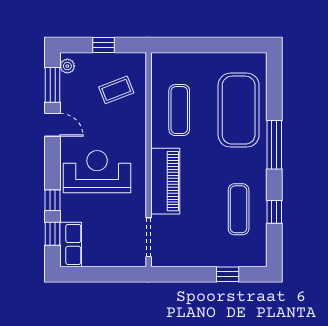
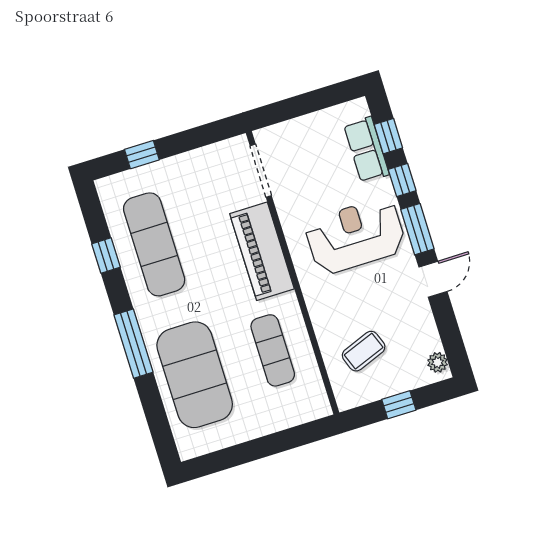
window: (53, 85) -> (417, 229), moved
door: (53, 125) -> (433, 279), swing flipped
reception desk: (97, 172) -> (355, 236), turned 180
exercise mat: (239, 209) -> (154, 244), width x1.36, depth x1.45
row of seats: (71, 244) -> (366, 150), moved

